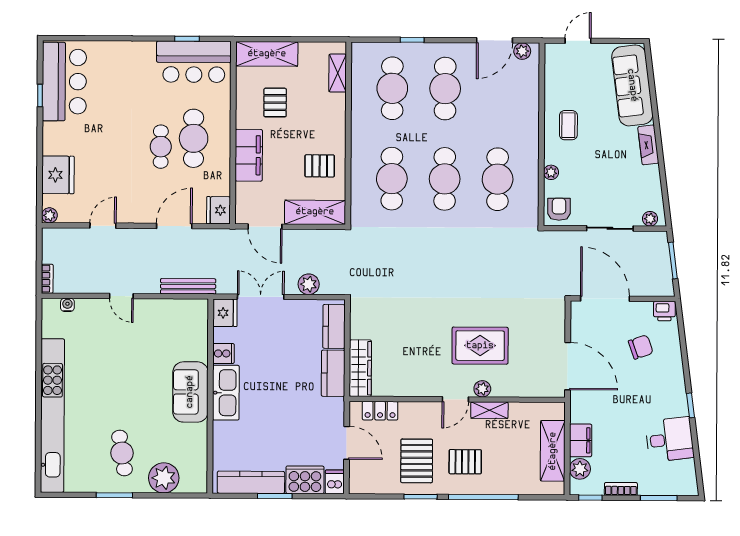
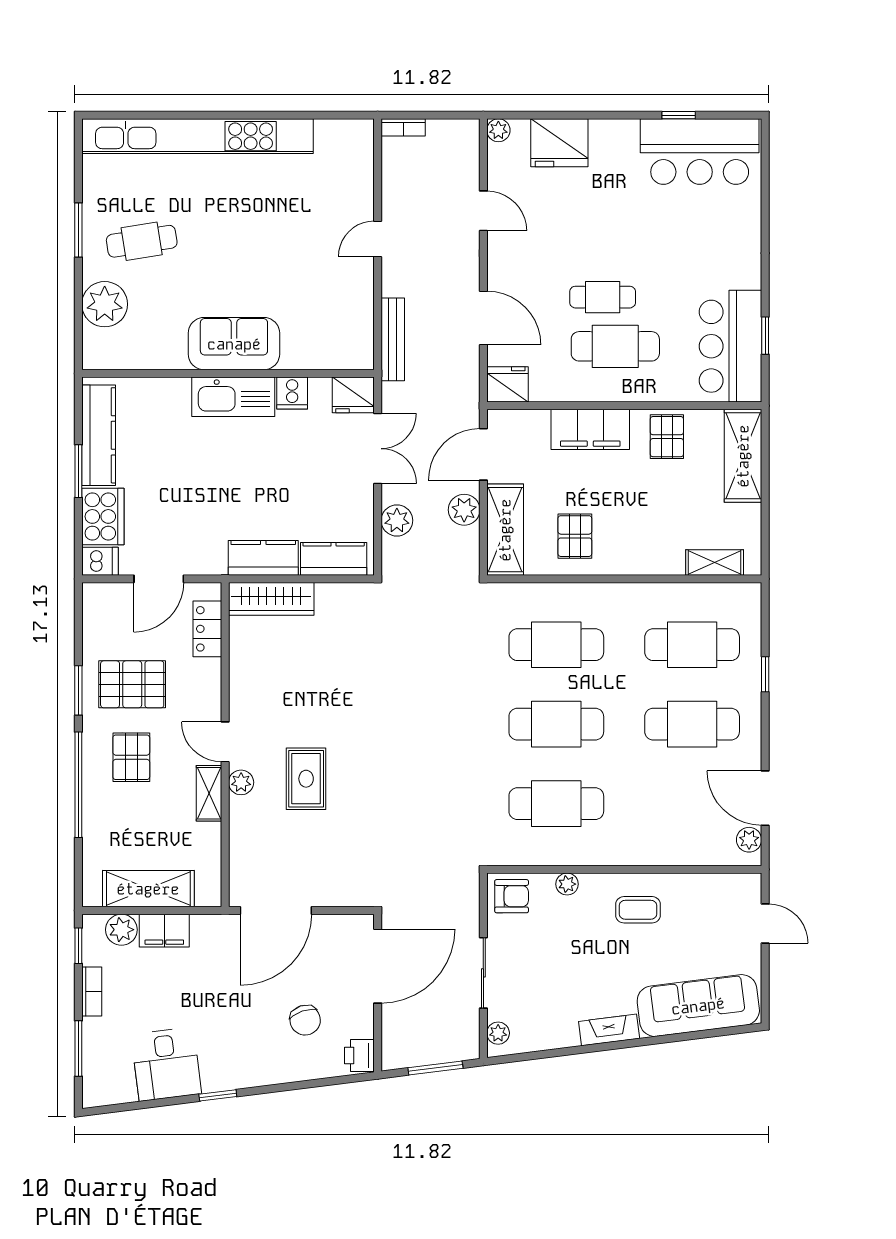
pallet: (275, 103) -> (667, 437), moved, turned 90
plant: (302, 239) -> (464, 510), added
water cooler: (67, 305) -> (364, 158), removed
rug: (480, 346) -> (306, 779), width x0.73, depth x0.70

